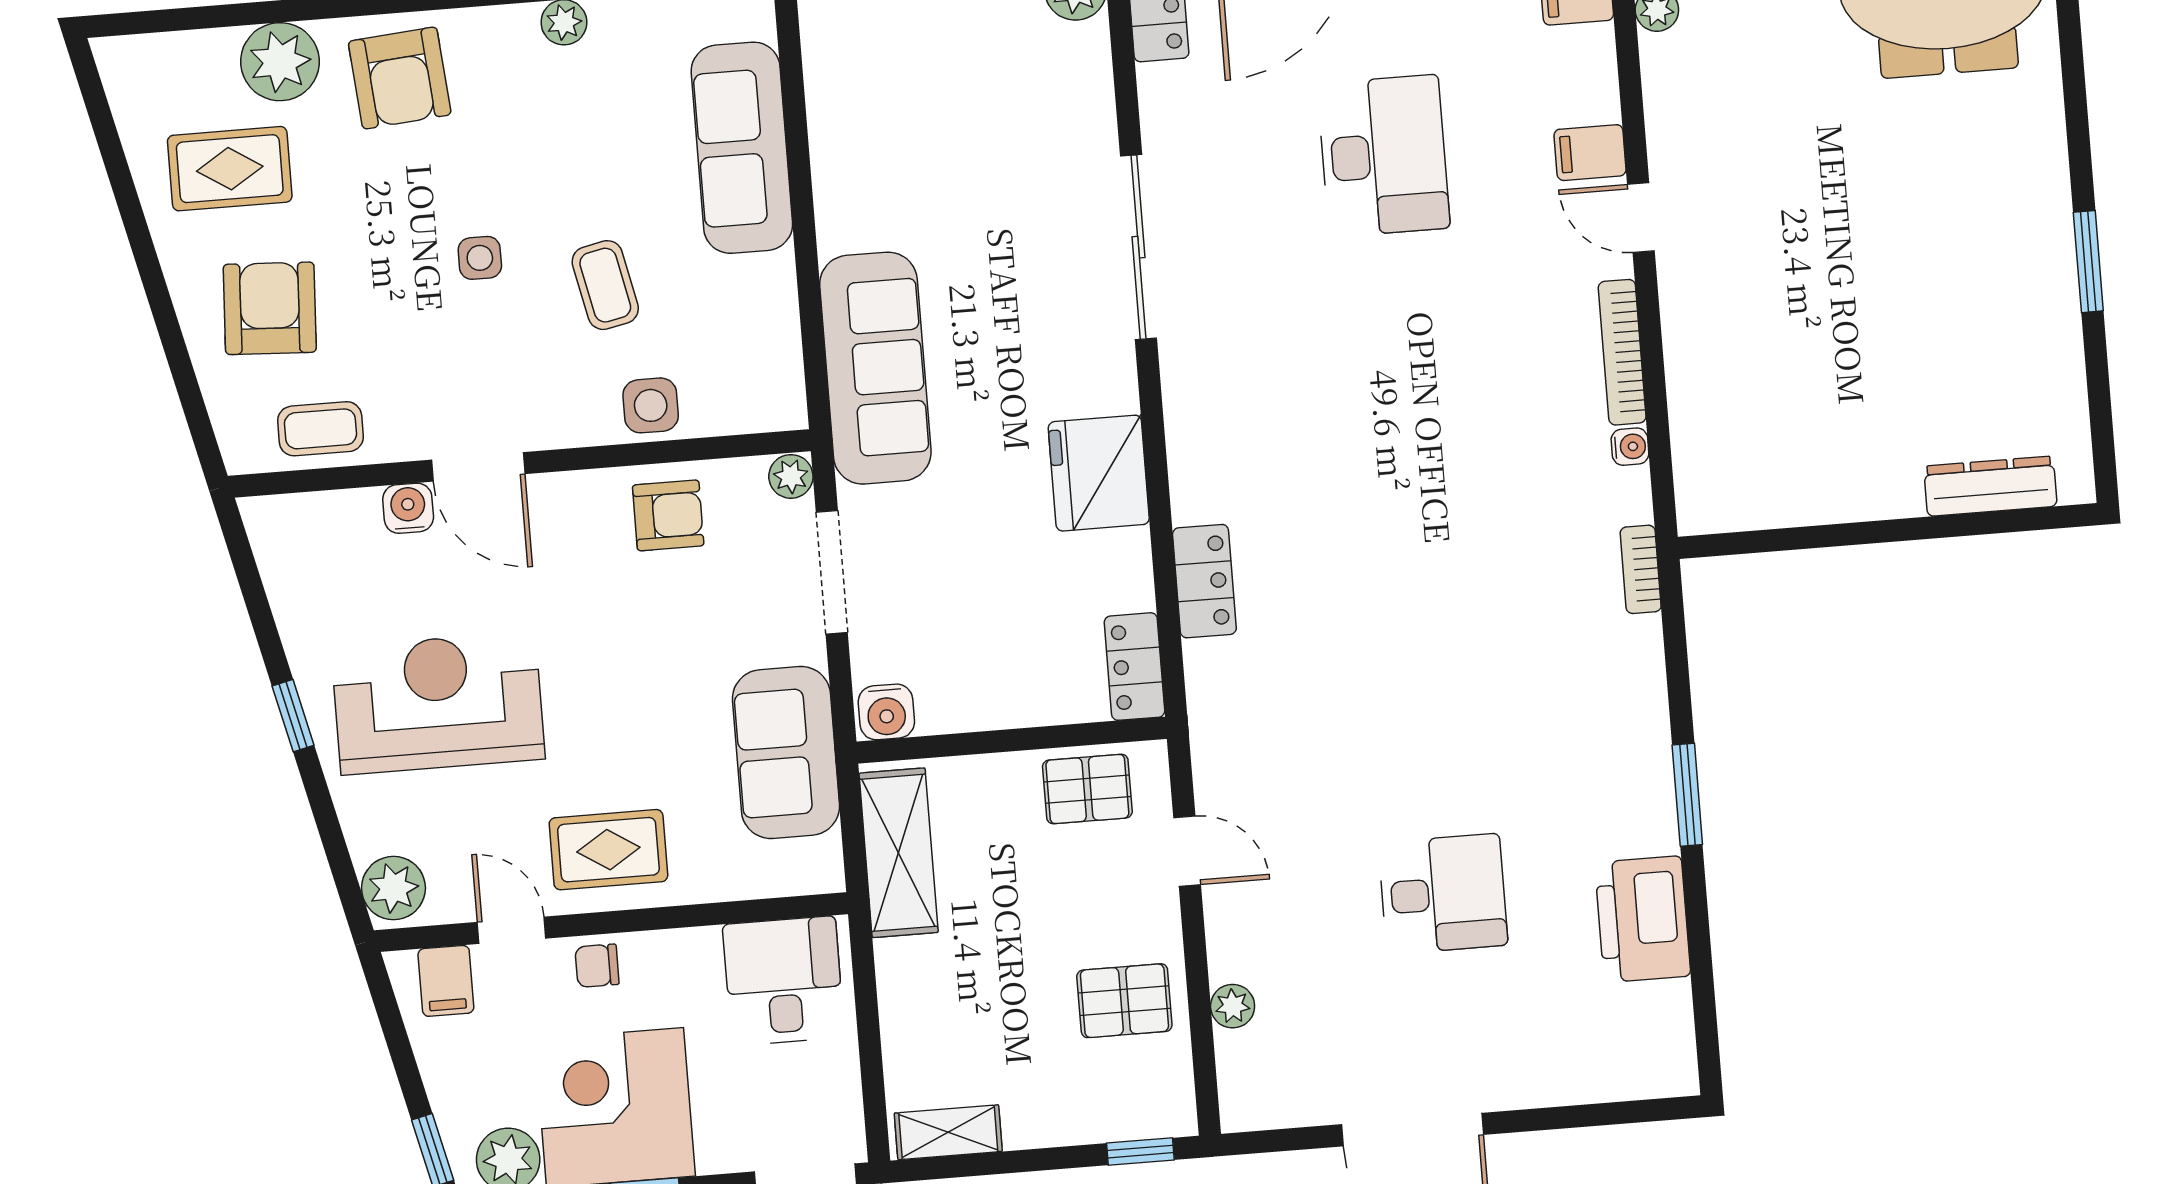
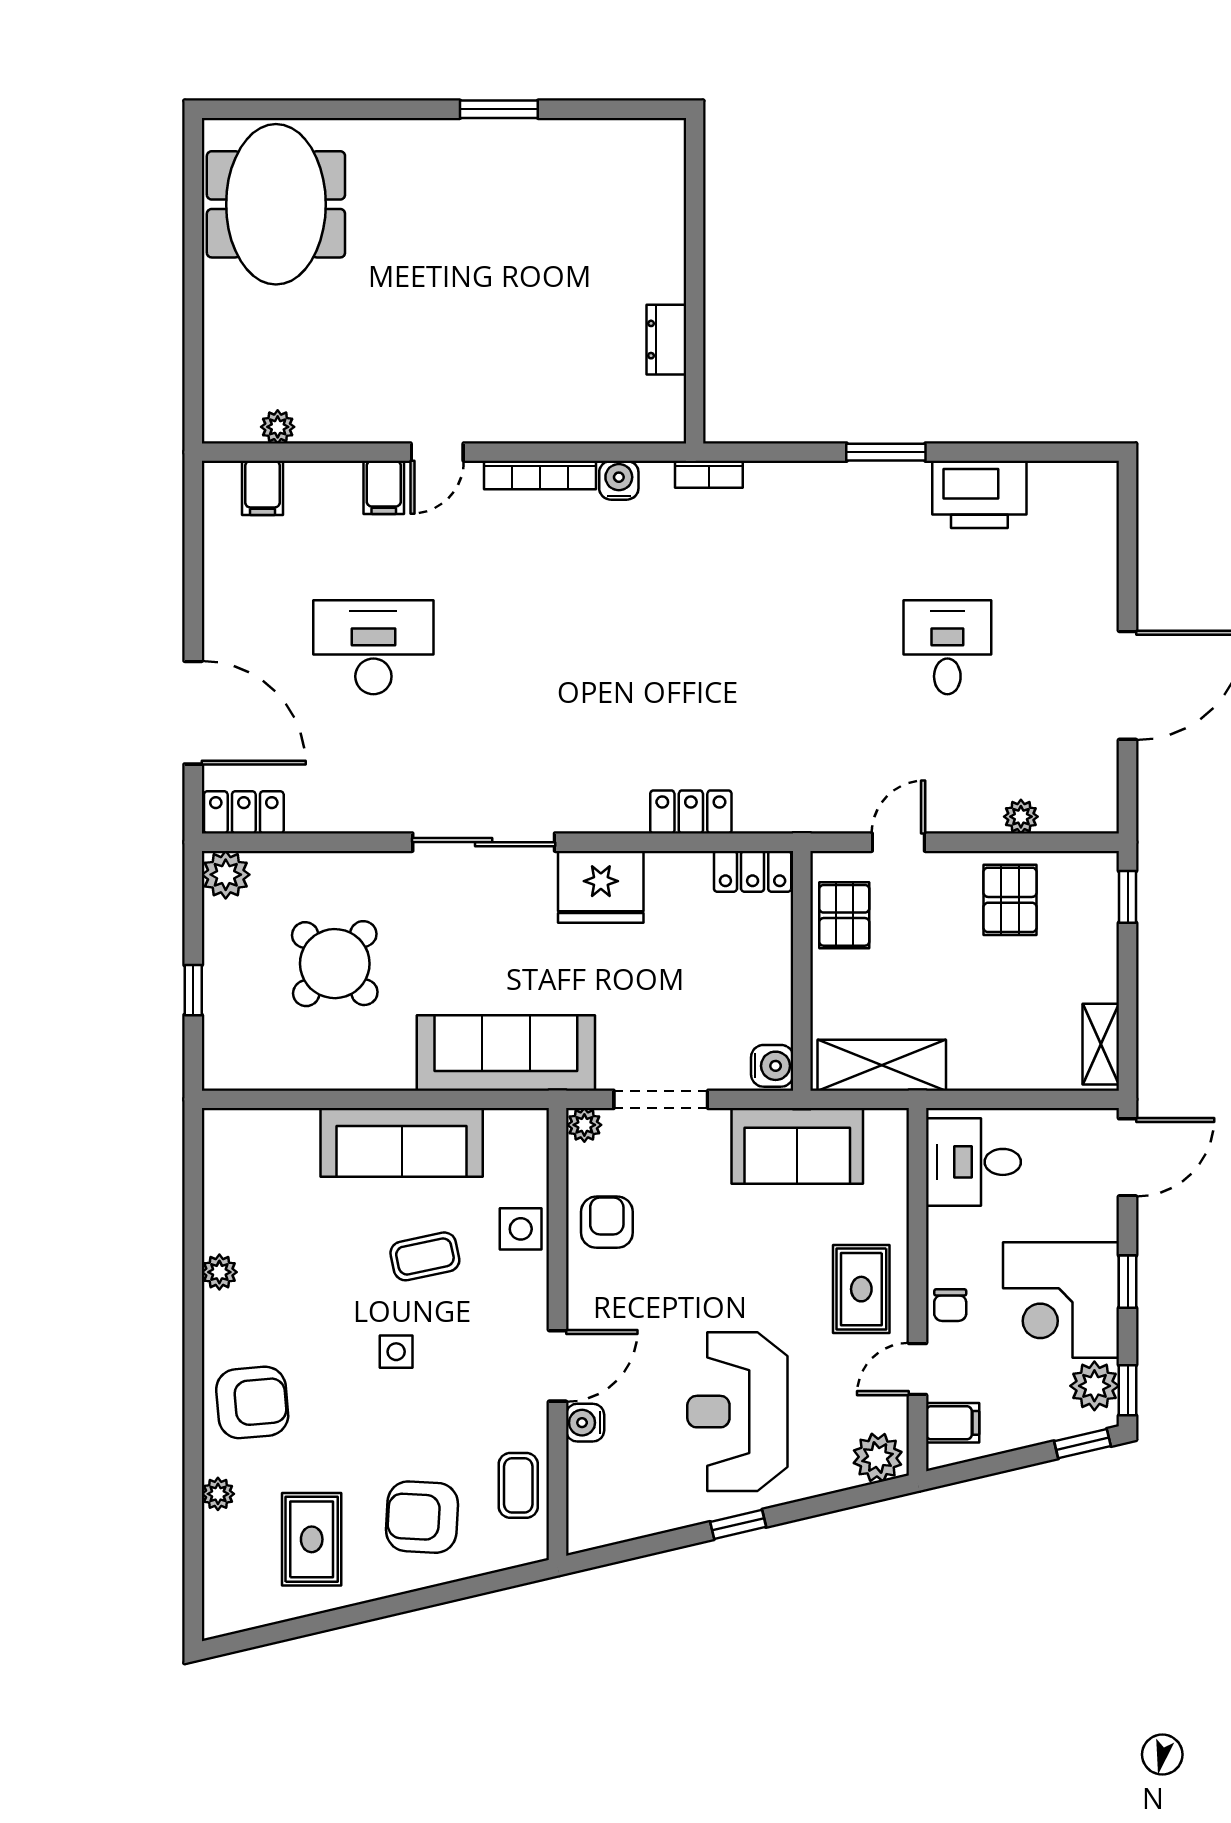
plant: (280, 62) -> (218, 1494), width x0.53, depth x0.53
round table: (973, 139) -> (335, 964), added
sofa: (742, 148) -> (402, 1142), moved
sliding door: (1138, 247) -> (484, 842), moved
water cooler: (1630, 447) -> (619, 480), width x1.38, depth x1.38
dresser: (1990, 486) -> (666, 340), moved, width x0.70

